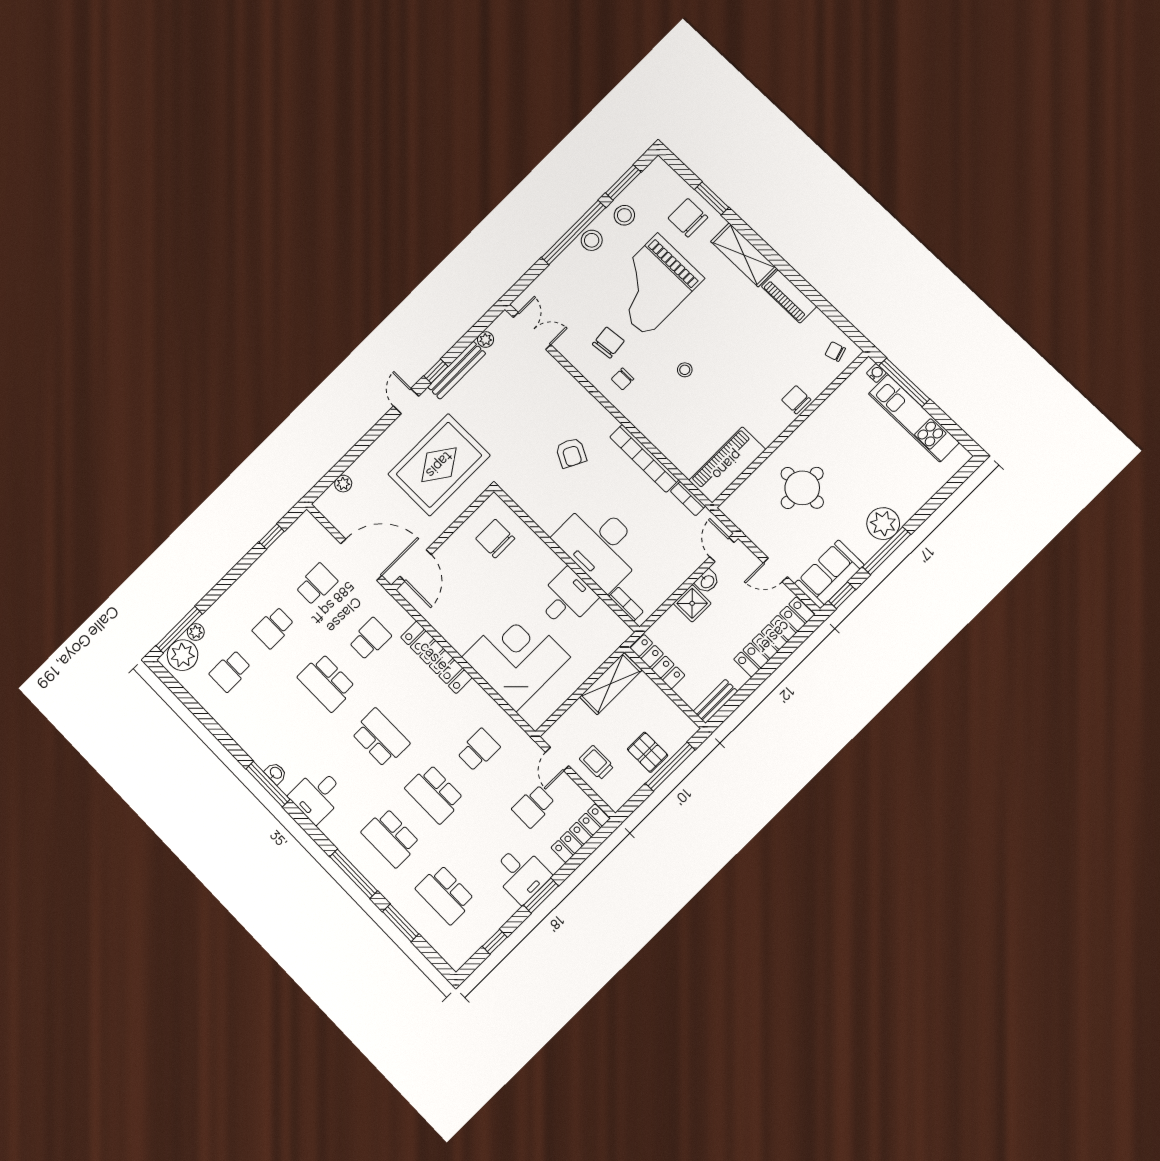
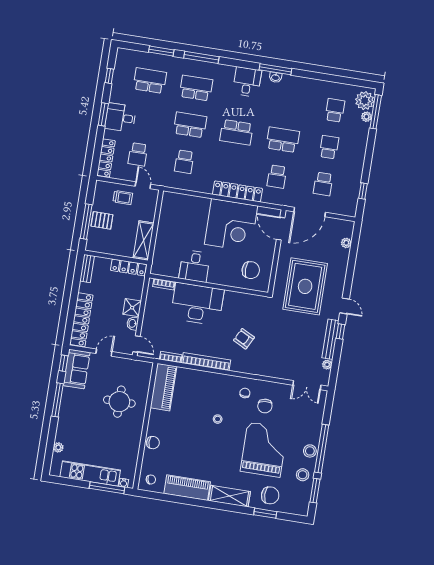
piano: (789, 296) -> (187, 488), width x1.37, depth x1.33
plant: (883, 524) -> (58, 447), moved, width x0.53, depth x0.53
corner desk: (516, 657) -> (231, 225), moved
school desk: (533, 806) -> (138, 154), turned 180

